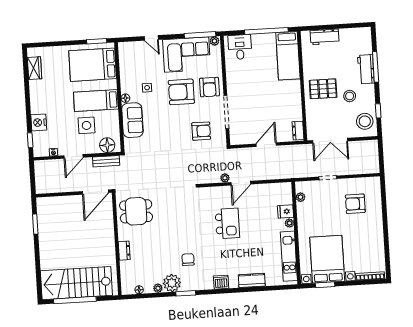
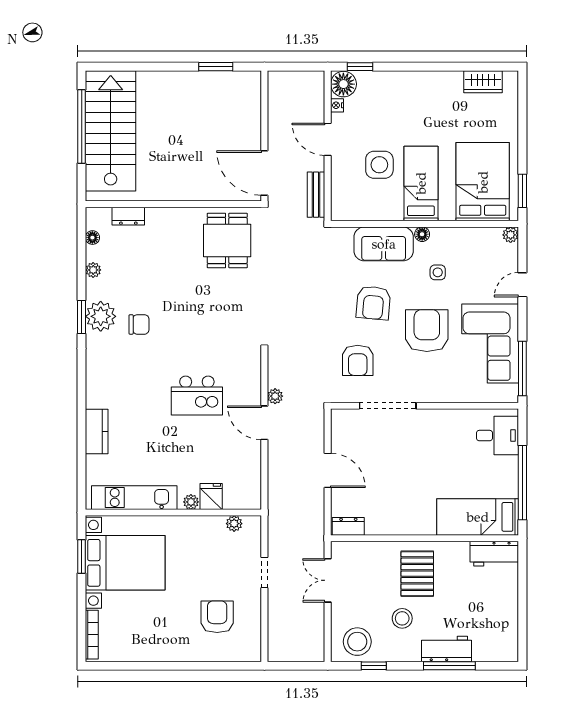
workbench: (325, 37) -> (494, 554), moved, turned -90
plant: (214, 41) -> (511, 235), moved
armchair: (209, 87) -> (373, 303), moved, turned -85
nightstand: (39, 122) -> (389, 83), removed
double door: (330, 141) -> (328, 580), width x0.73
floor lamp: (107, 145) -> (343, 84), moved
dresser: (124, 251) -> (128, 216), moved
dishwasher: (221, 282) -> (97, 379), removed
plant: (172, 283) -> (101, 316), moved

